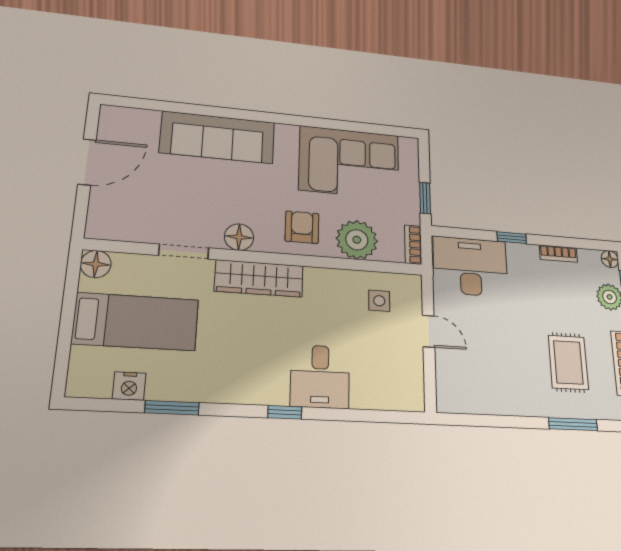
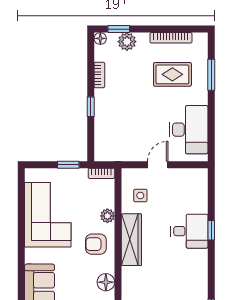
plant: (357, 240) -> (107, 216), width x0.53, depth x0.53
desk: (470, 267) -> (189, 130), moved, turned 180
wardrobe: (259, 278) -> (131, 240), moved
window: (285, 412) -> (211, 230), moved

